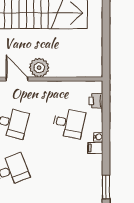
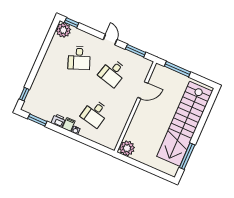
plant: (39, 68) -> (127, 148), moved
printer: (96, 101) -> (58, 121), moved

